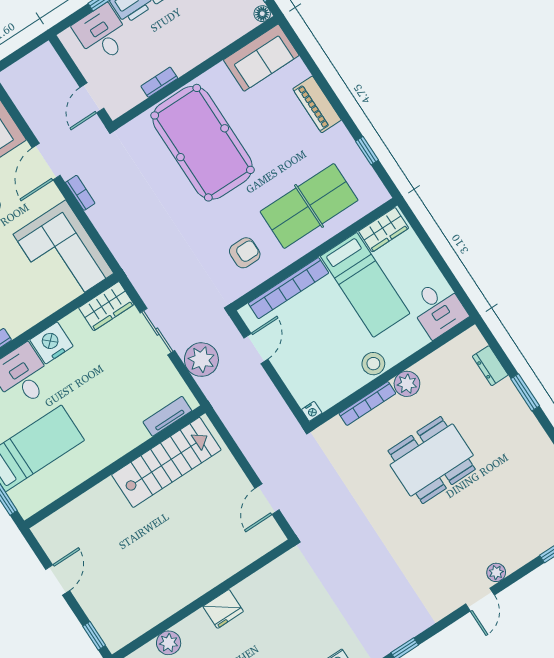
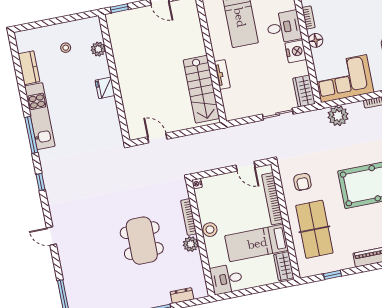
floor lamp: (23, 319) -> (316, 40), added
plant: (201, 360) -> (338, 116), moved
tv unit: (167, 416) -> (222, 75), moved
plant: (496, 572) -> (63, 251), removed

